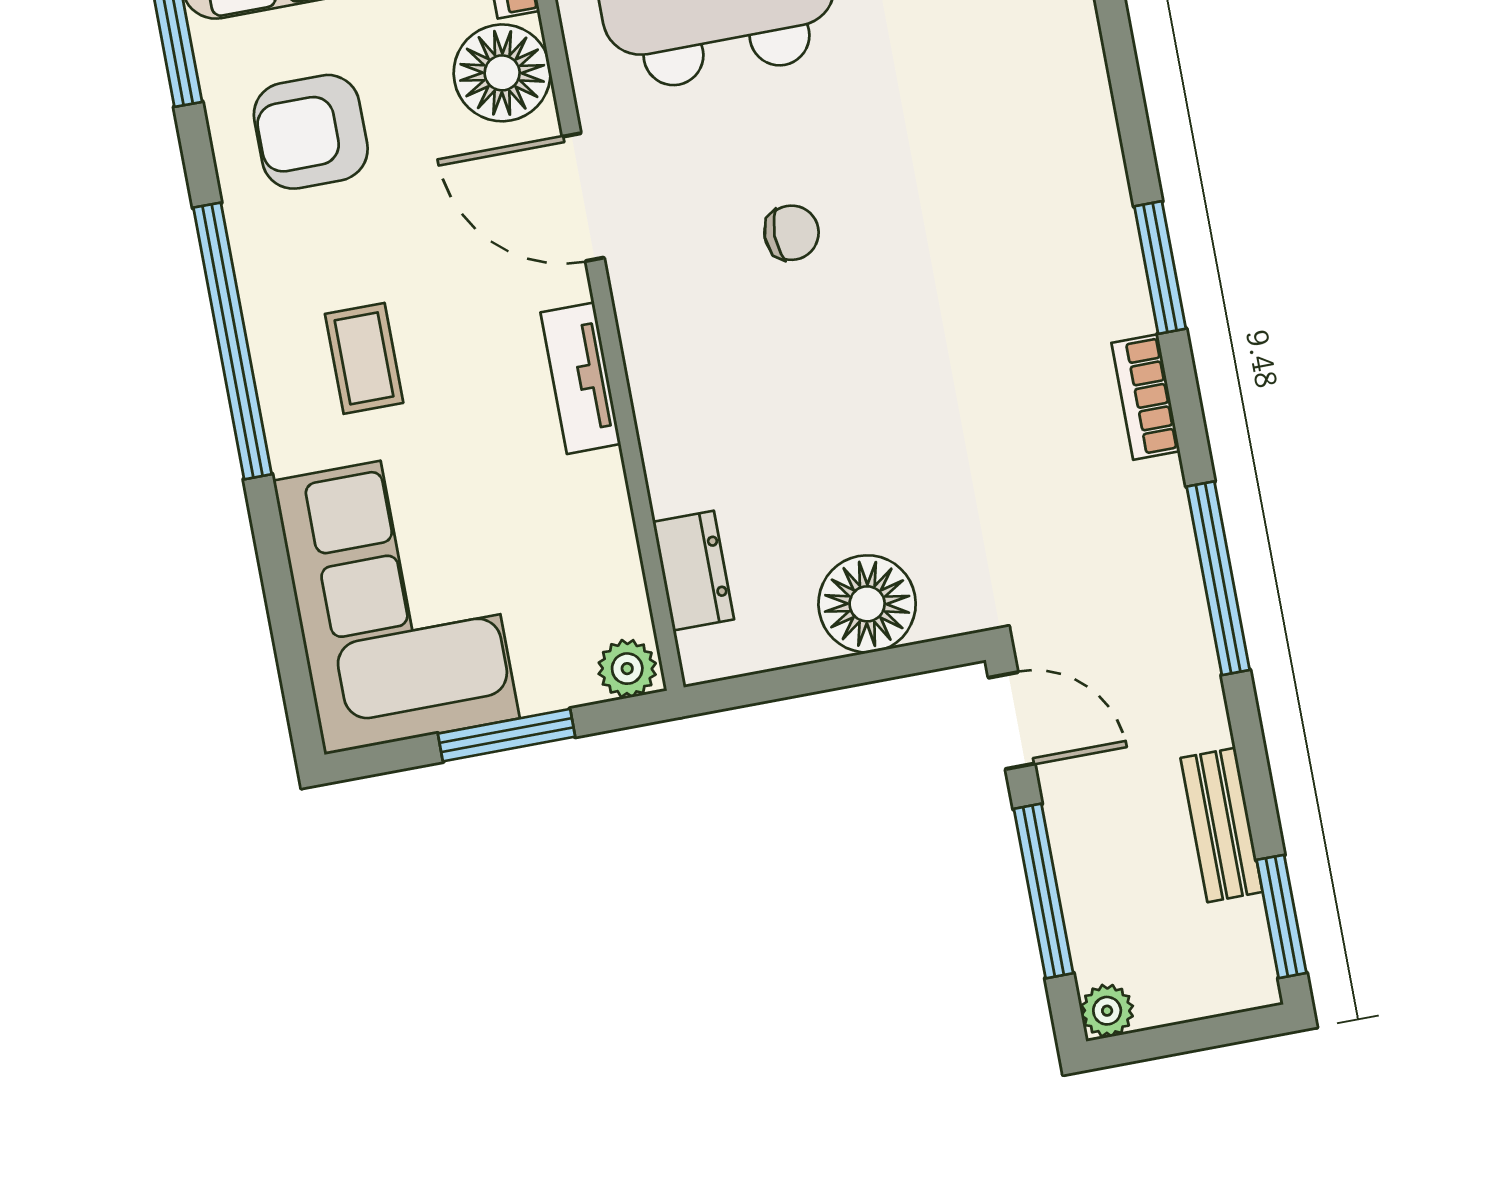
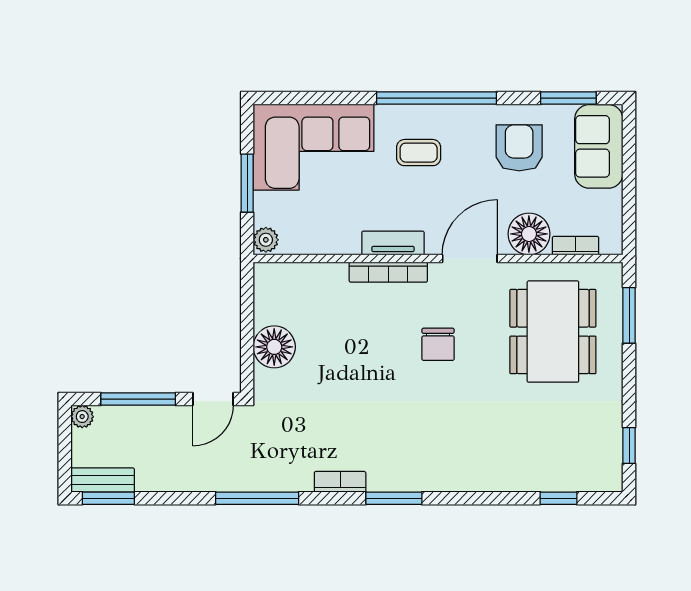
chair: (791, 233) -> (438, 344), width x1.37, depth x1.37
bookcase: (649, 376) -> (388, 272), added
dresser: (693, 571) -> (302, 276), removed
bench: (1222, 825) -> (103, 480), moved

